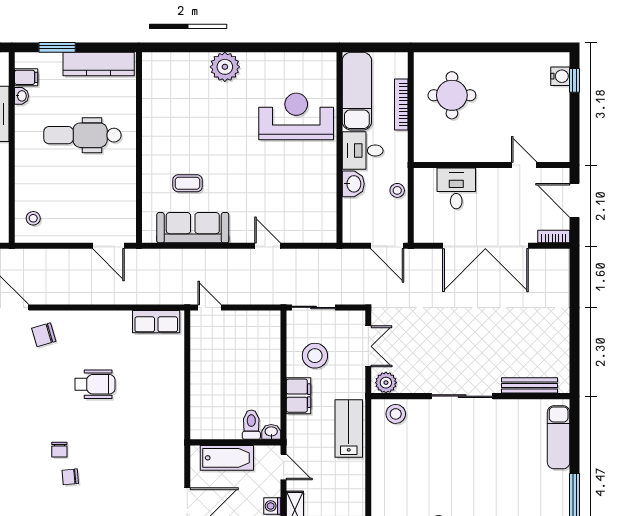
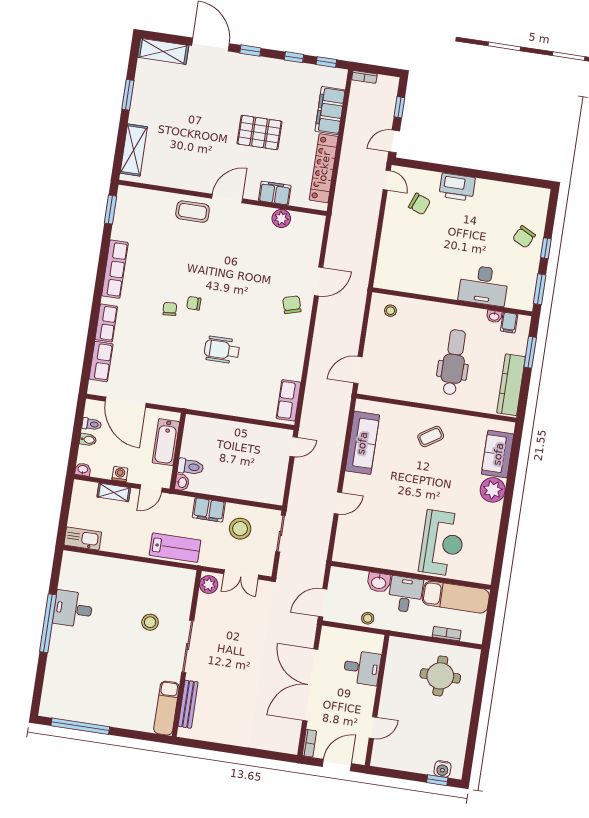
sofa: (182, 68) -> (498, 454), added
bookcase: (401, 105) -> (447, 634), width x0.64
coffee table: (188, 183) -> (431, 436), moved, turned 57
wheelchair: (95, 384) -> (222, 350), moved, turned 90
stool: (396, 414) -> (150, 622), moved
exam couch: (559, 437) -> (166, 708), moved, turned -90

